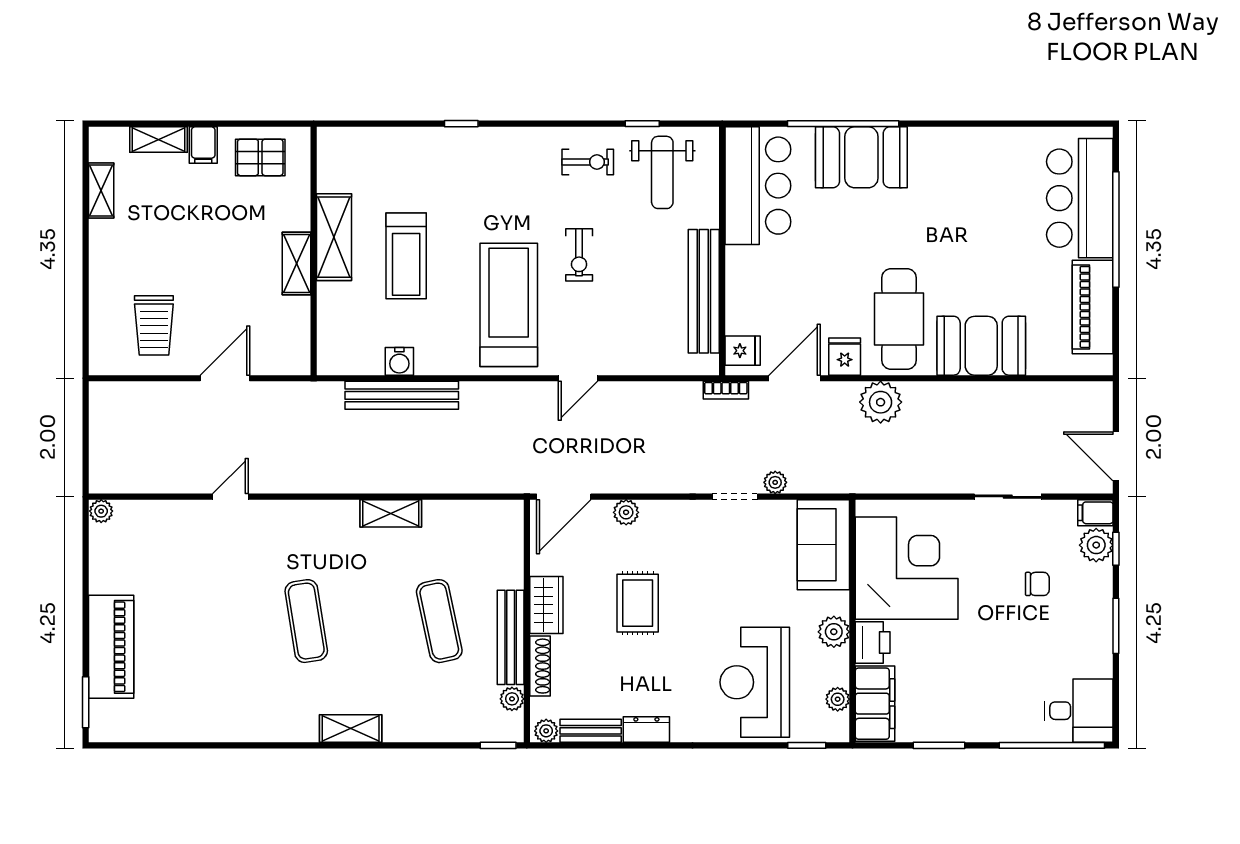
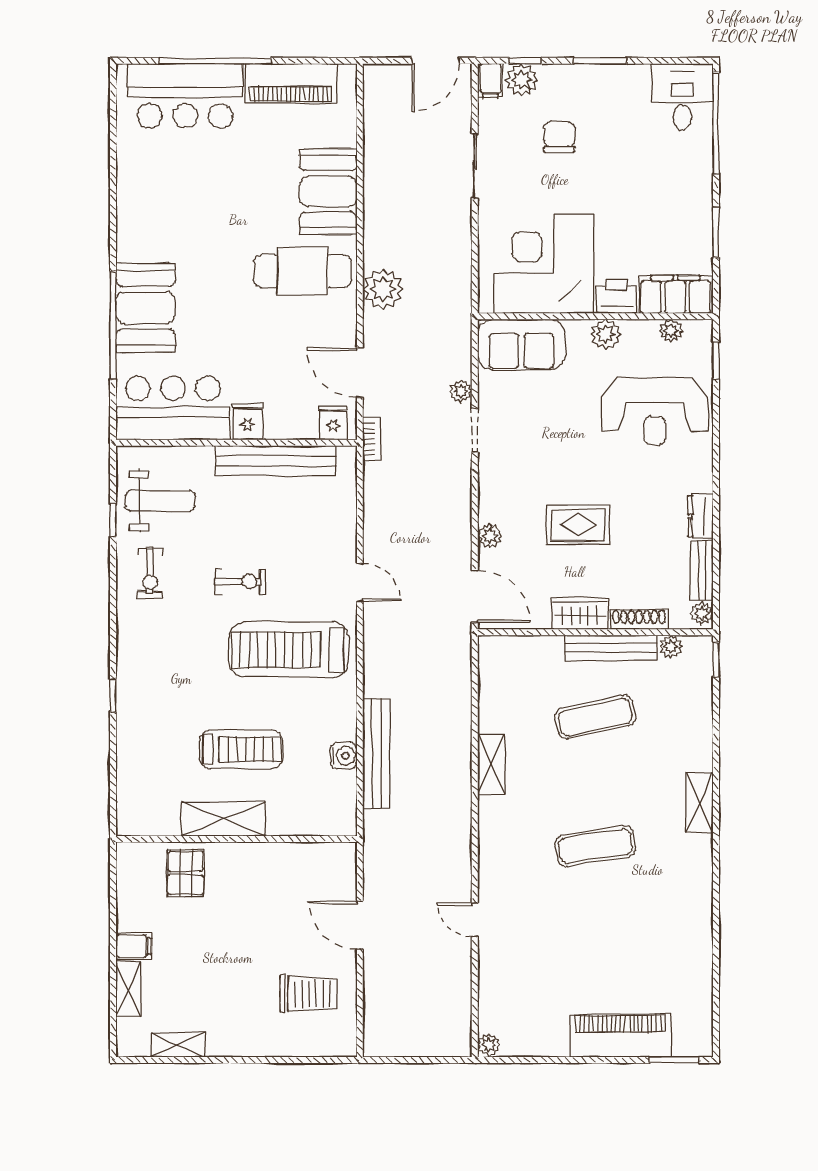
pallet: (260, 157) -> (186, 873), moved
exercise bike: (588, 162) -> (150, 573), turned 180
shelving: (297, 263) -> (248, 855), removed
fridge: (845, 357) -> (248, 422), moved, turned 90
chair: (1037, 584) -> (559, 137), width x1.37, depth x1.37

